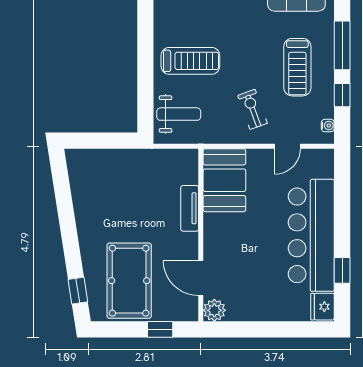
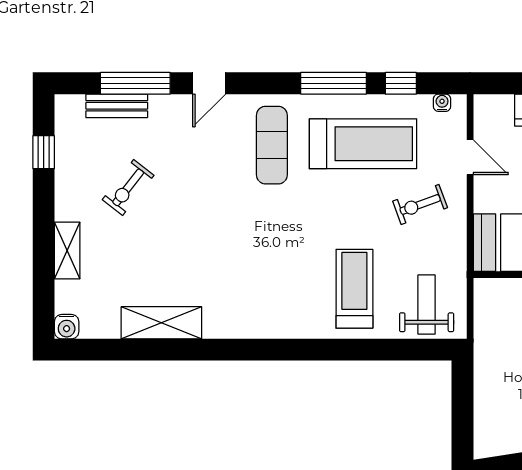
treadmill: (297, 67) -> (363, 144), width x1.37, depth x1.38

